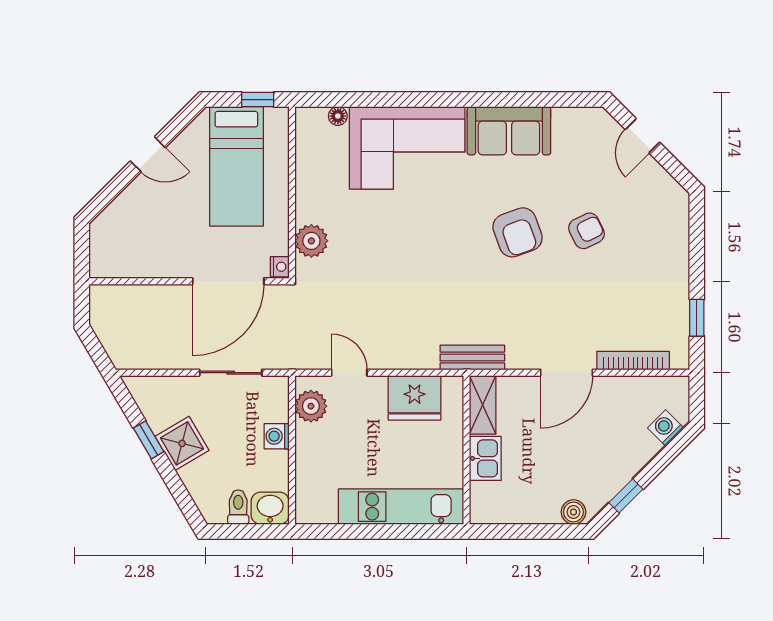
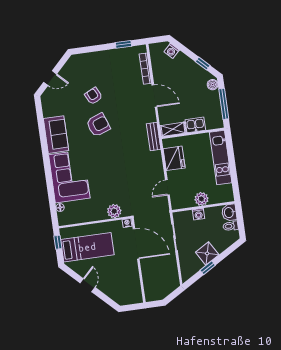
plant: (311, 406) -> (201, 199), moved
window: (525, 531) -> (224, 104), added

